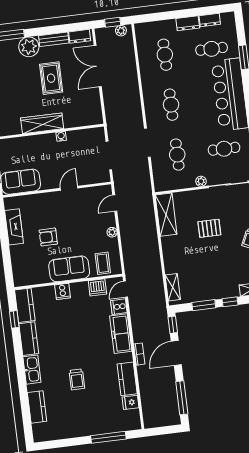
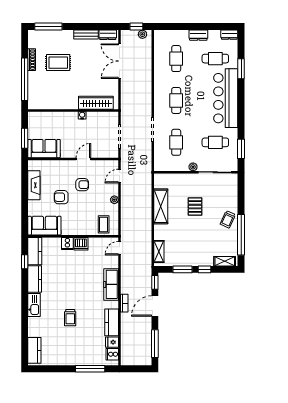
dresser: (210, 20) -> (229, 35), moved
plant: (29, 47) -> (65, 38), removed
rug: (51, 78) -> (58, 63), moved, turned 90
wardrobe: (42, 123) -> (96, 103), moved
shelving: (166, 215) -> (161, 206), moved
armchair: (71, 219) -> (82, 185), added
pallet: (209, 228) -> (195, 207), turned 90
sofa: (69, 269) -> (44, 226), moved
dishwasher: (97, 287) -> (81, 244), moved
cooker: (119, 307) -> (112, 354), moved
kitchen counter: (37, 407) -> (34, 350), moved

